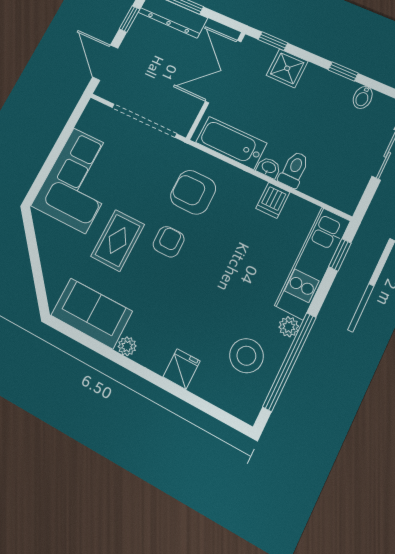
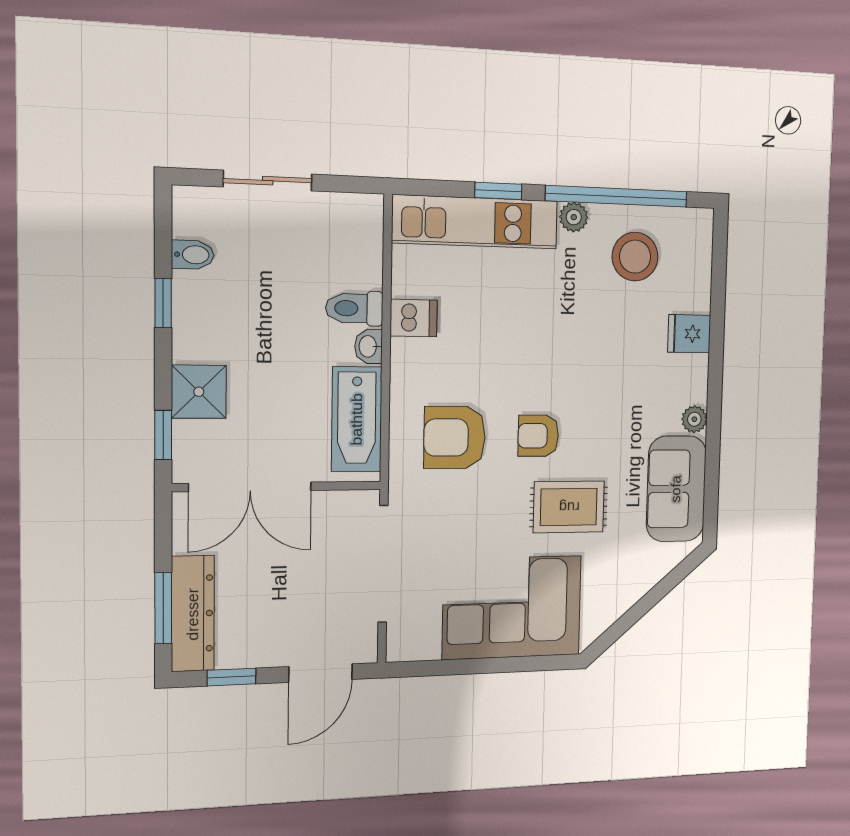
armchair: (193, 192) -> (455, 437), turned 90
window: (340, 255) -> (498, 191), moved

